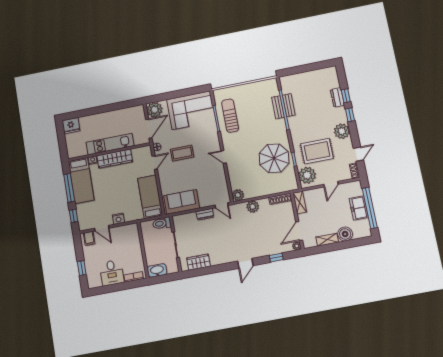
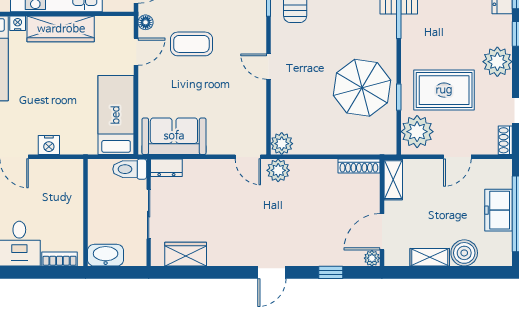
plant: (253, 207) -> (278, 170), moved
dresser: (205, 214) -> (166, 168), moved

